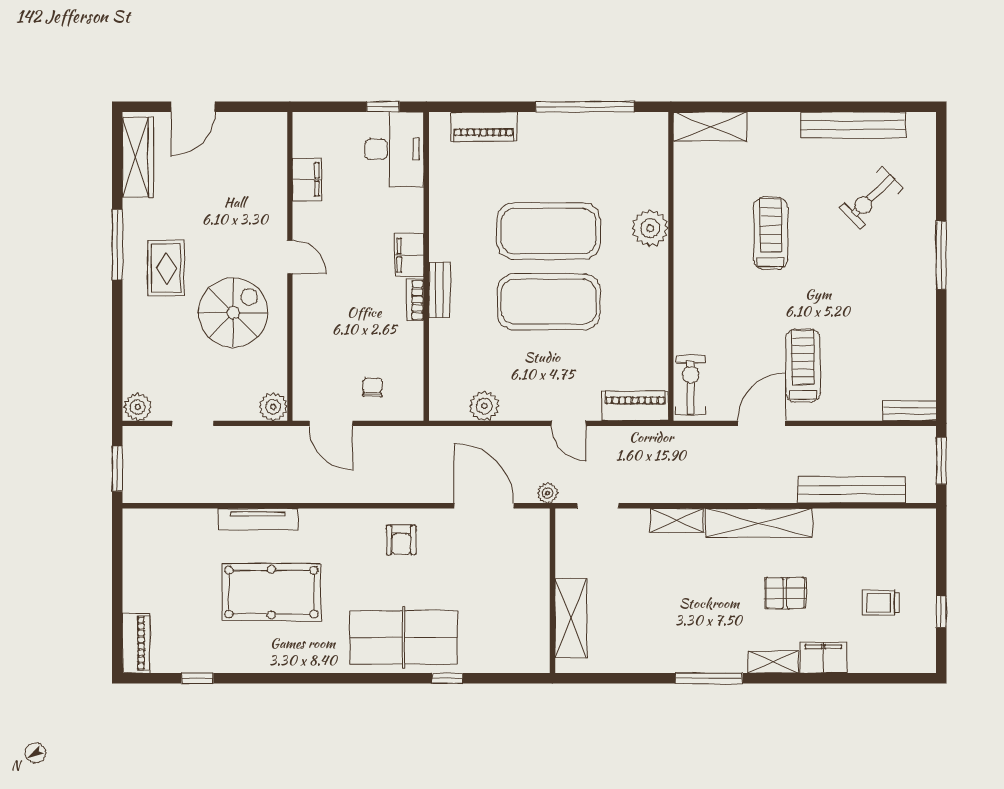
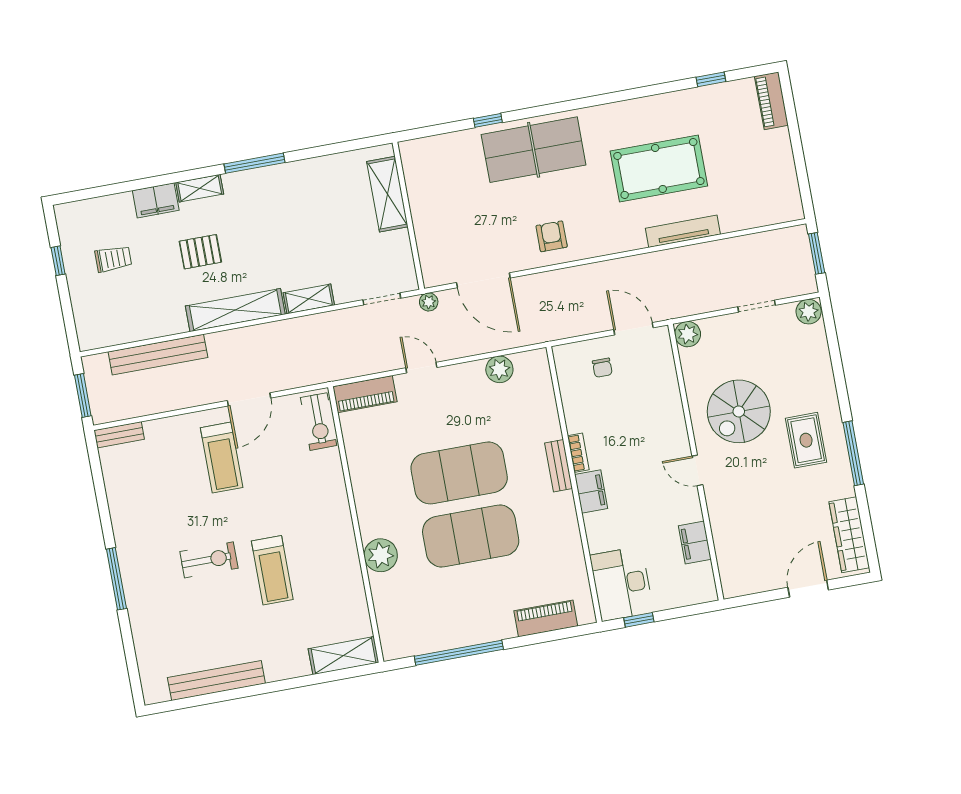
exercise bike: (871, 198) -> (209, 560), moved, turned 44

